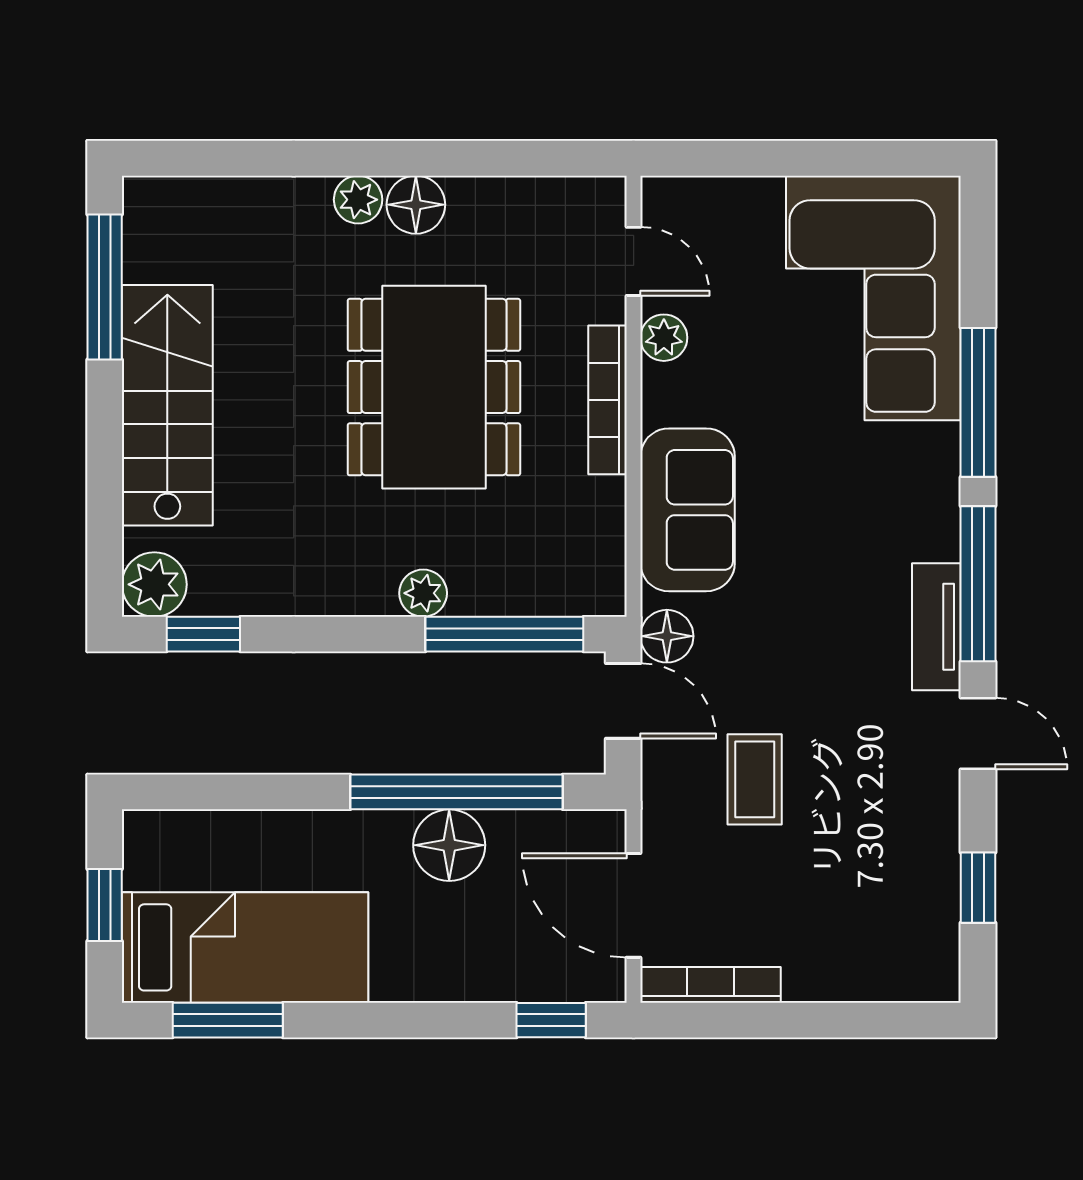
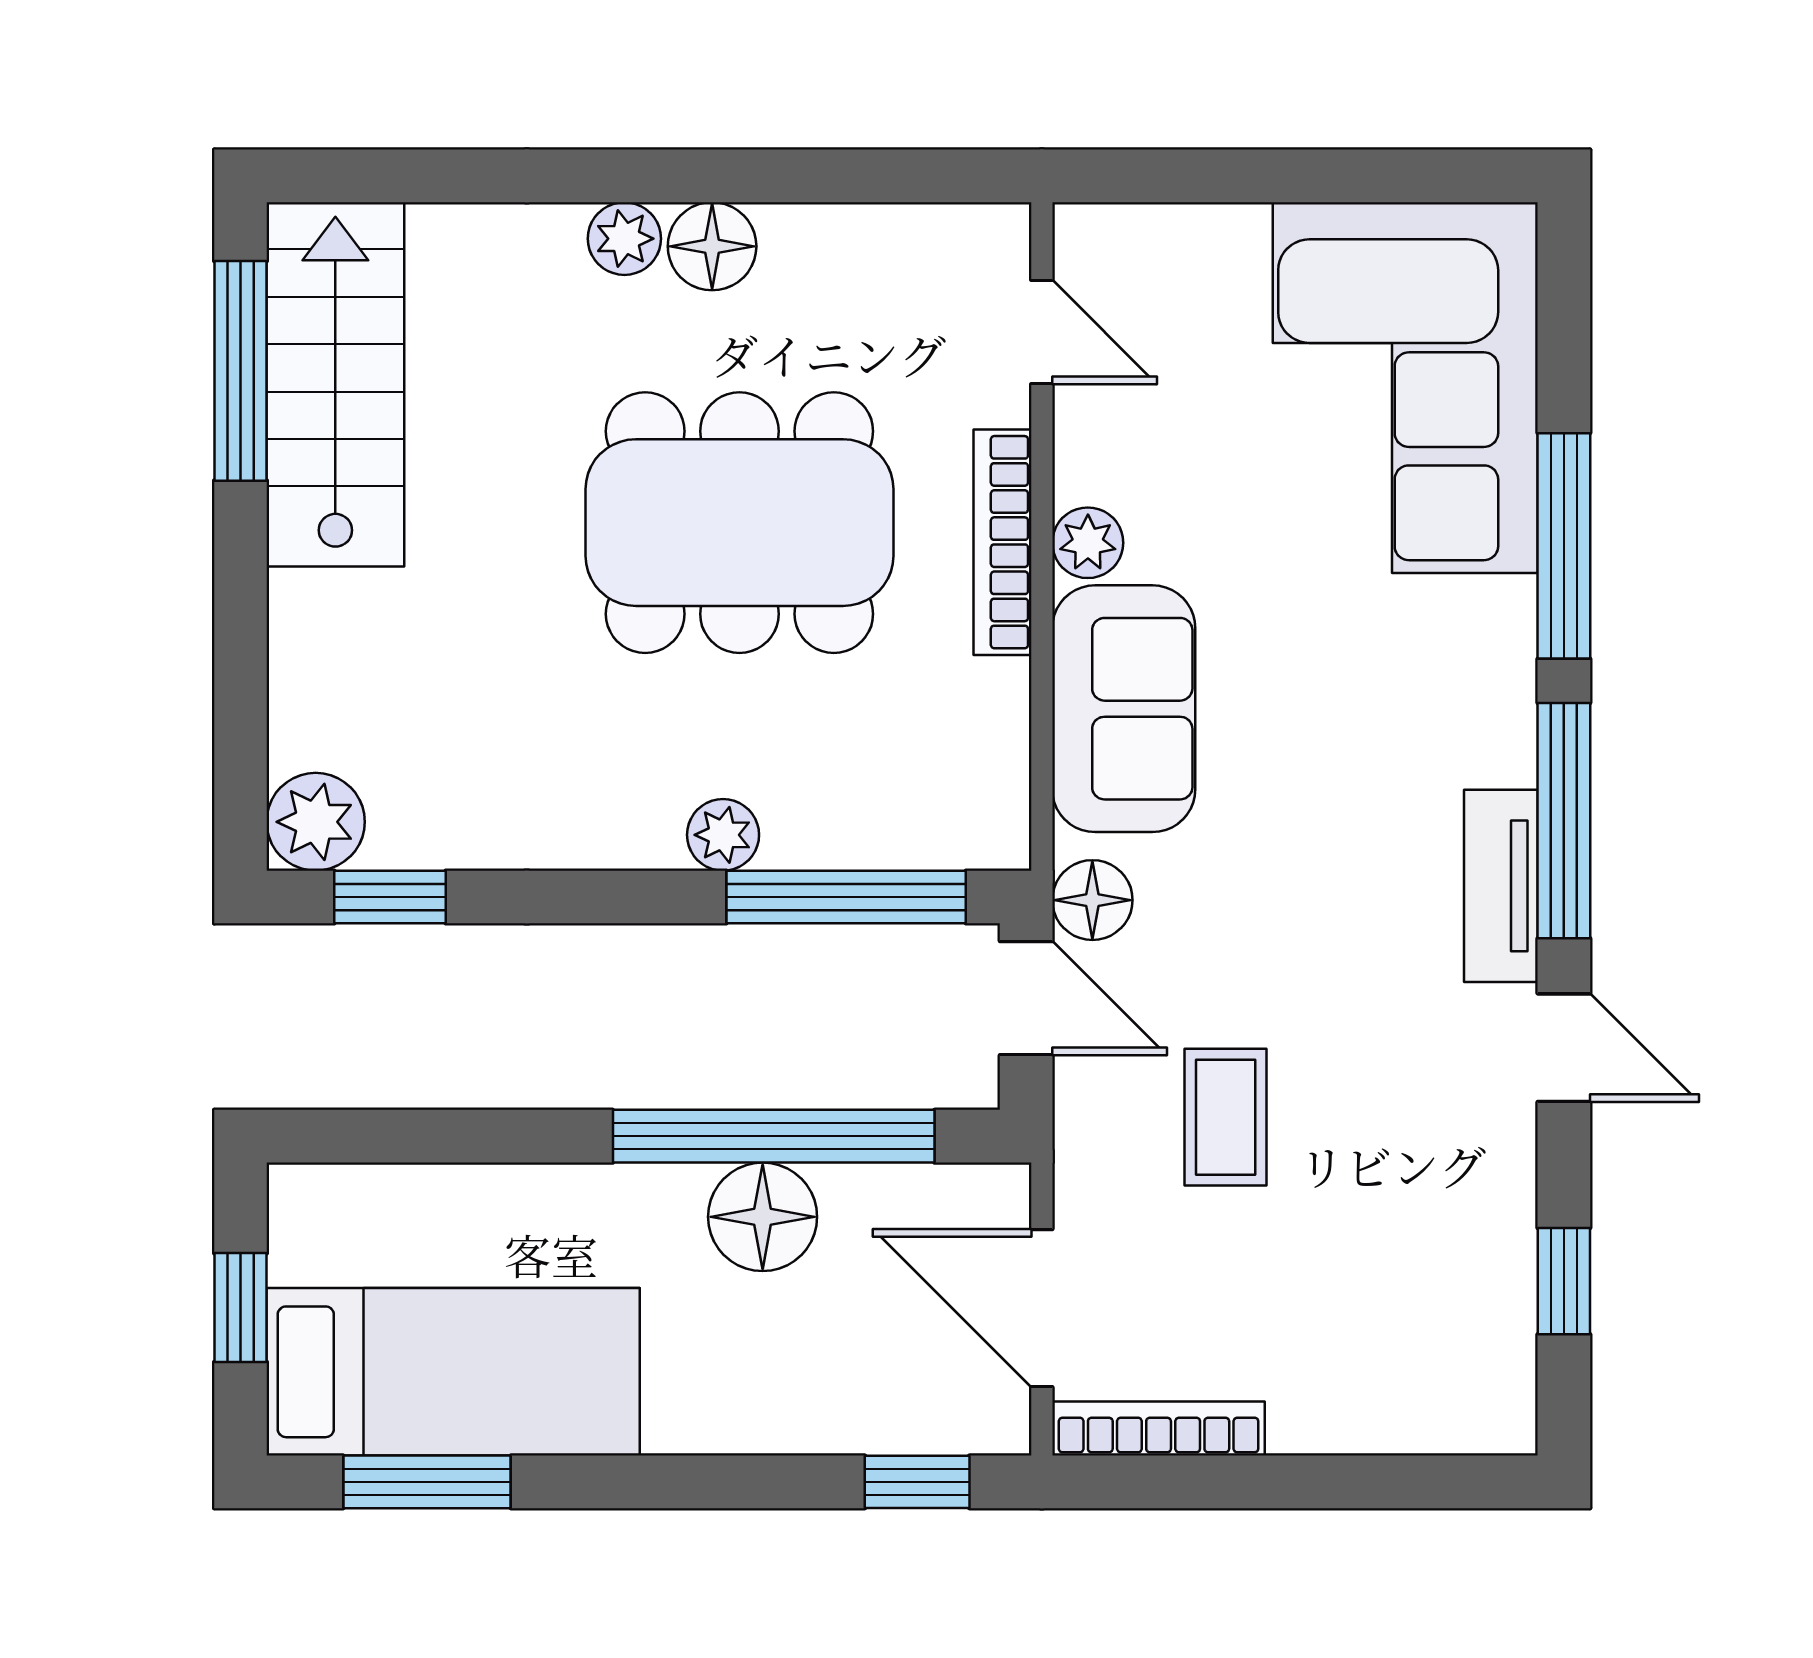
plant: (664, 338) -> (1088, 543), moved
dining table: (434, 387) -> (739, 523), turned 90
stairs: (167, 405) -> (335, 384), moved

